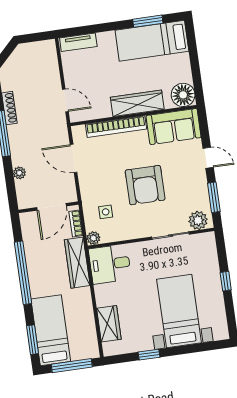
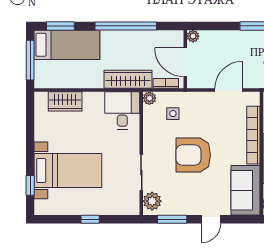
plant: (19, 173) -> (193, 36), moved
window: (149, 355) -> (30, 185), moved

